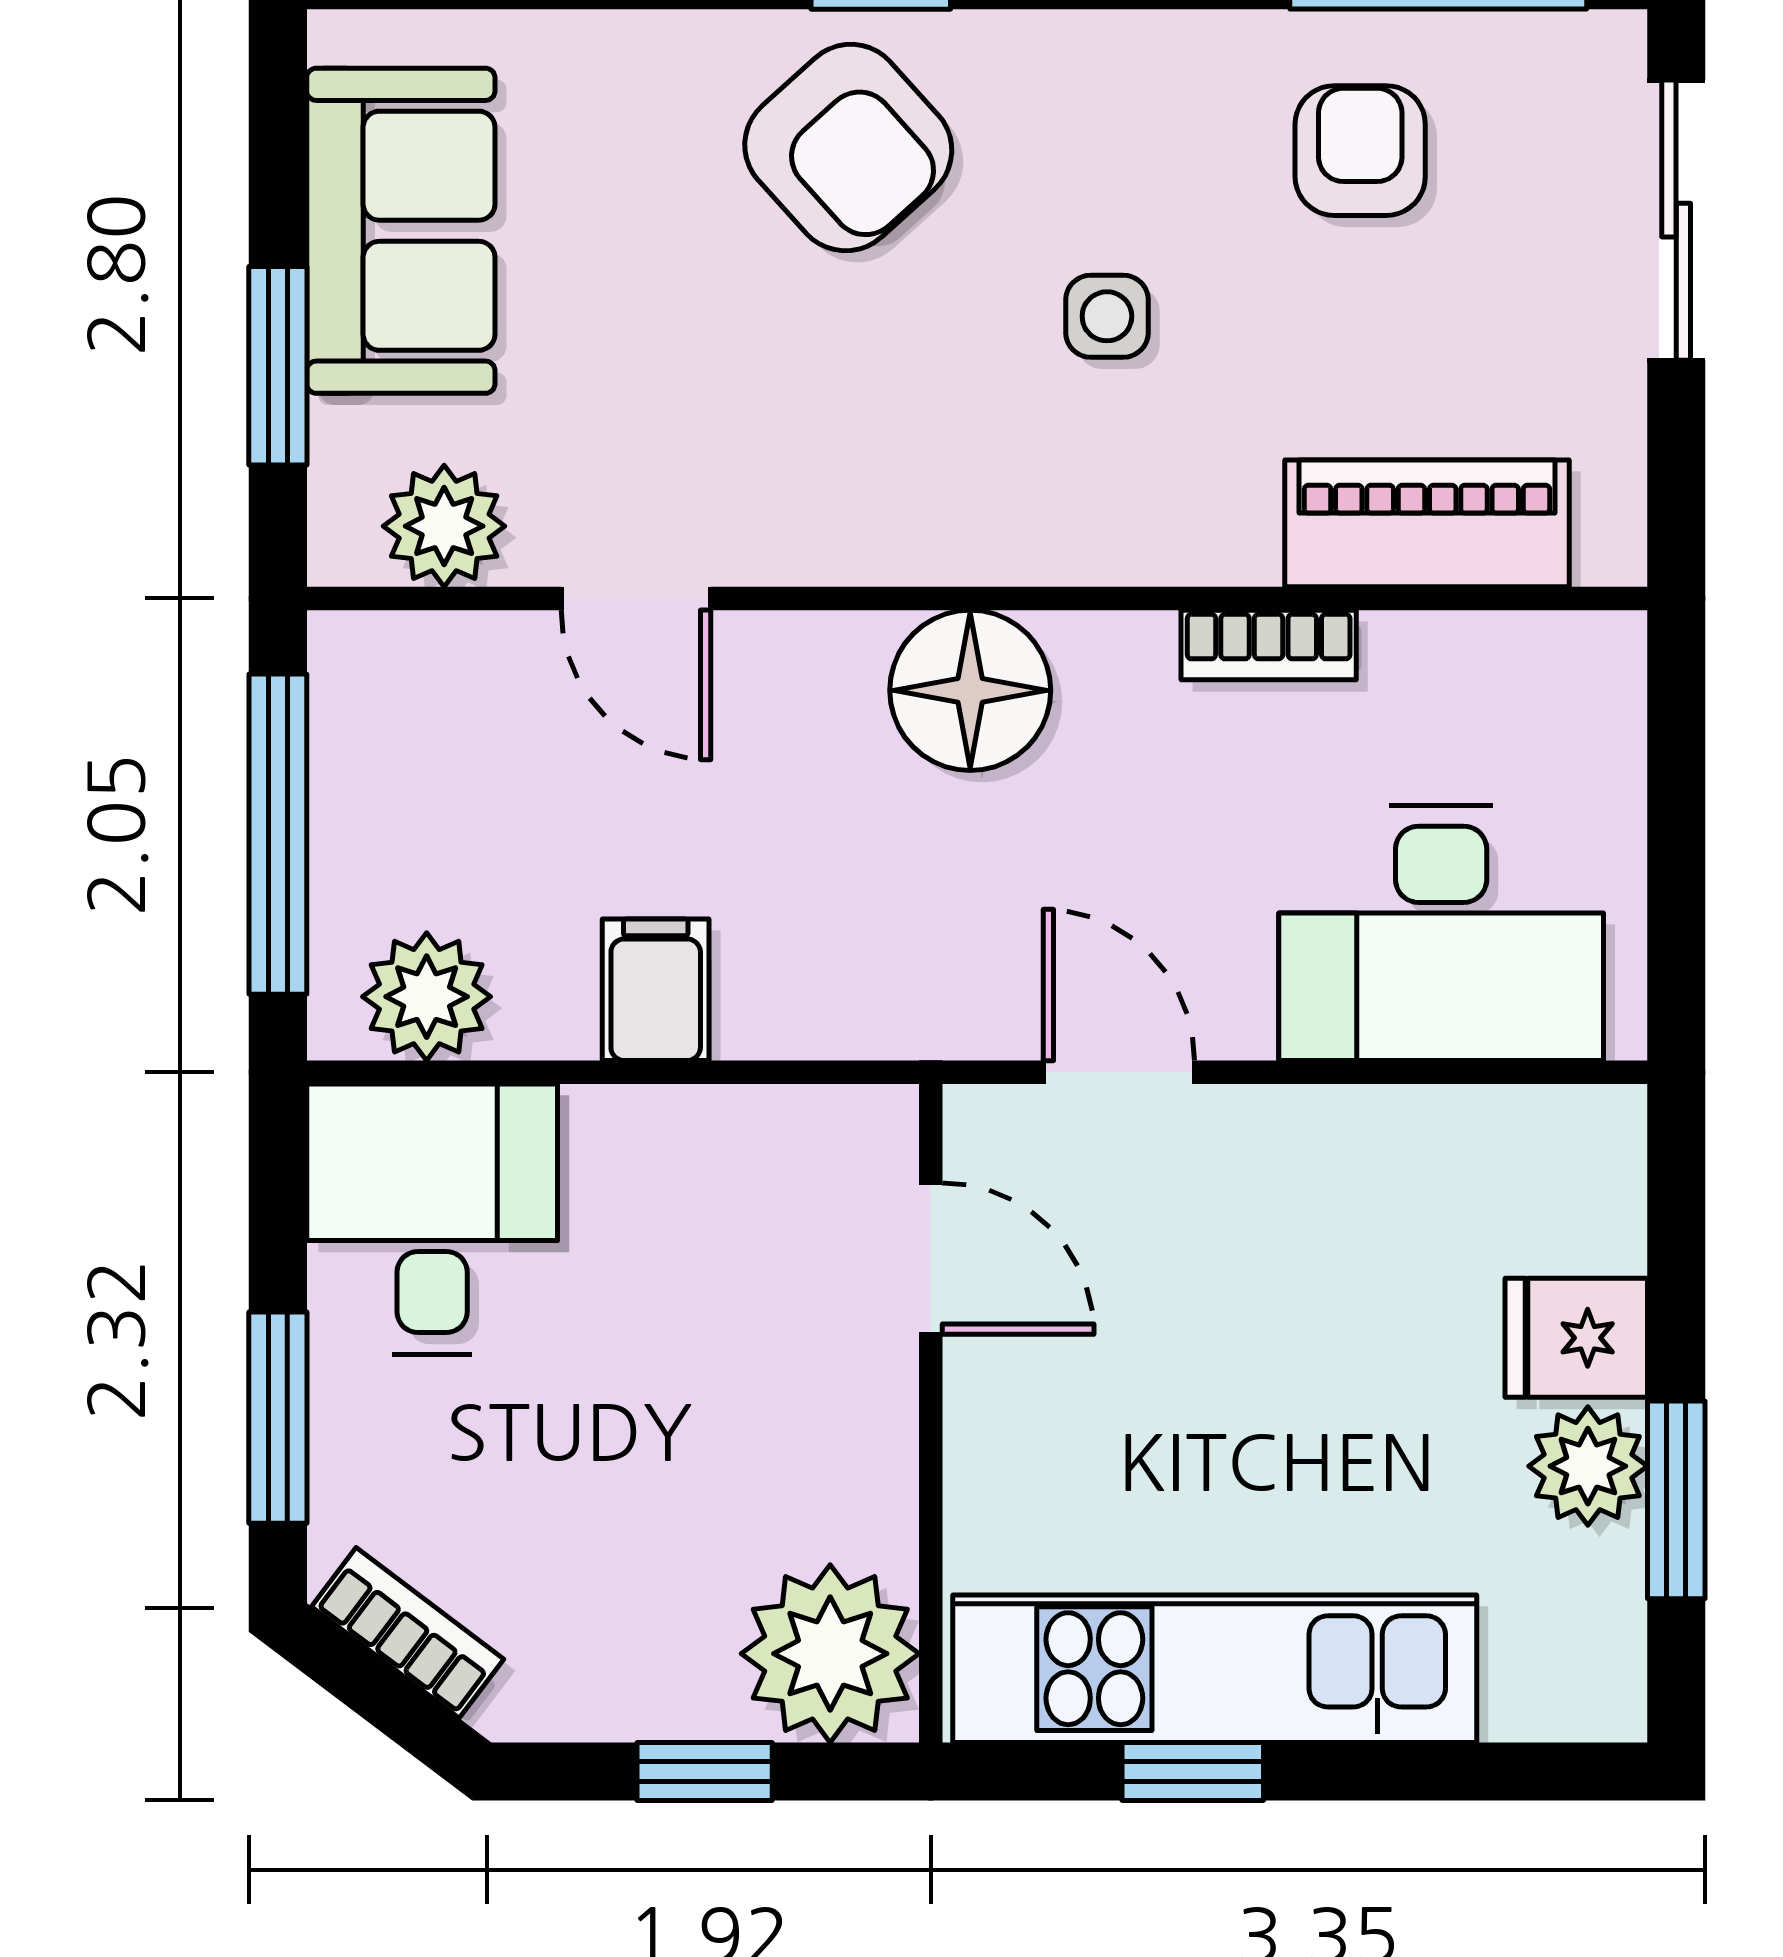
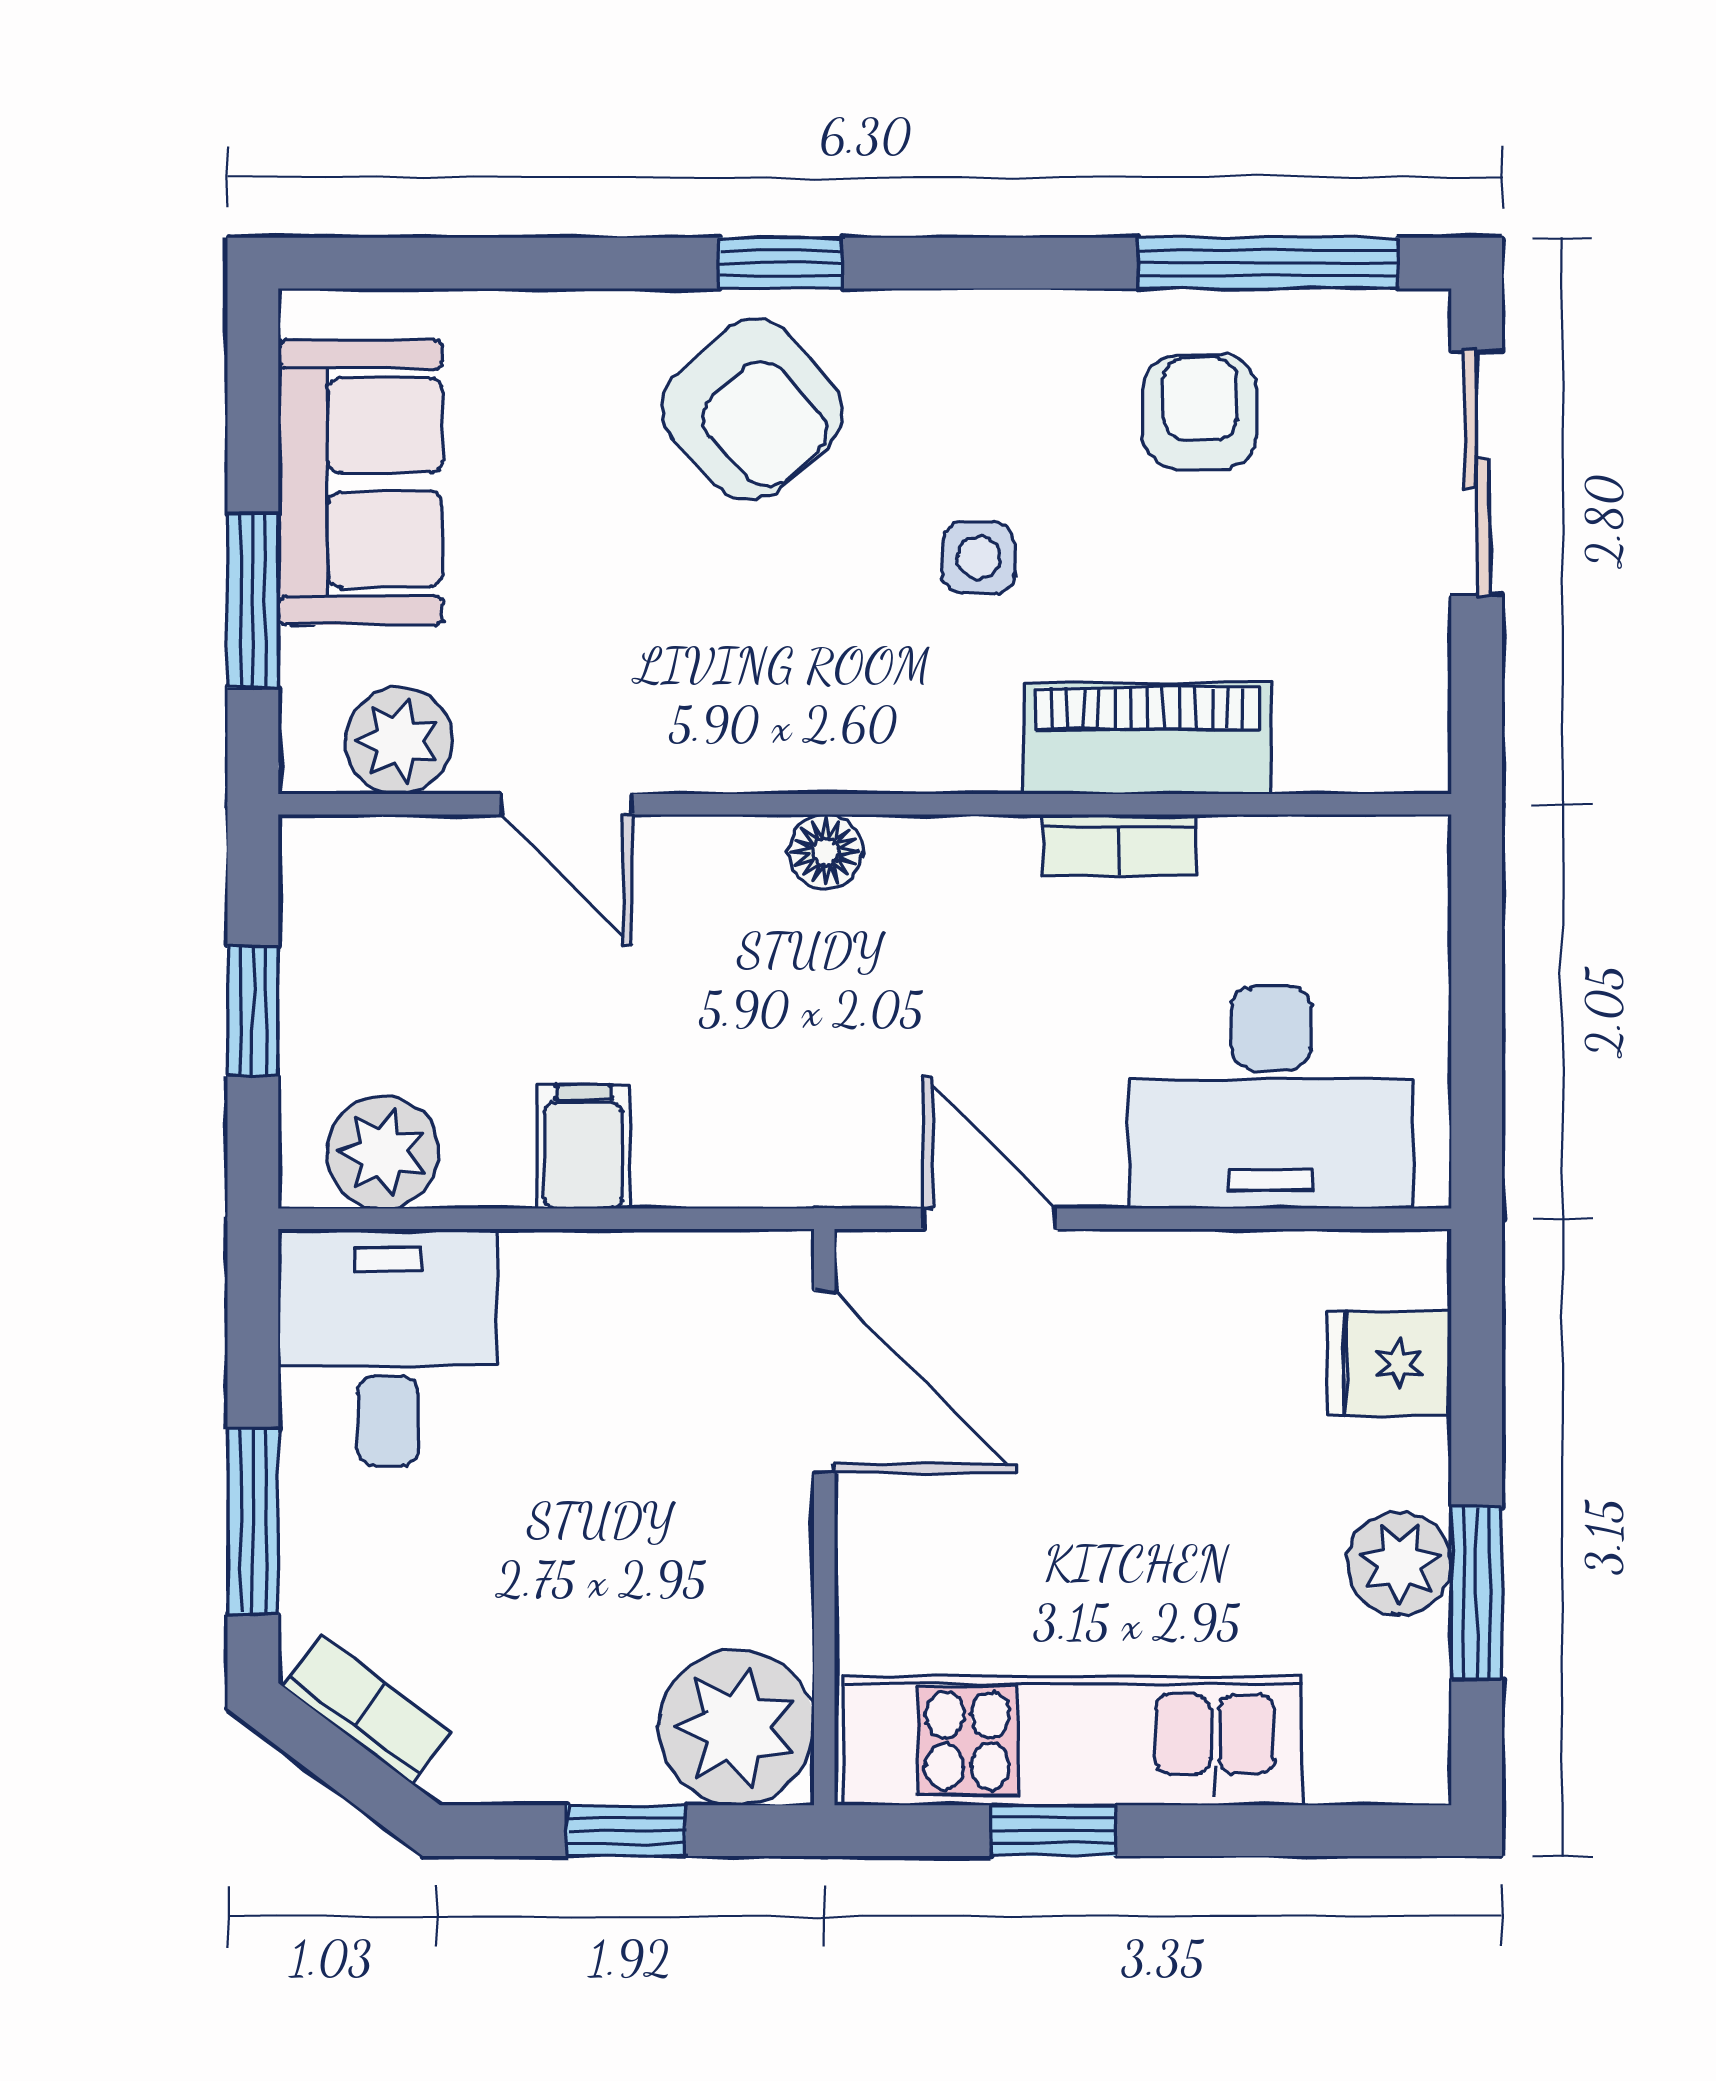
piano: (1427, 523) -> (1147, 738), moved
floor lamp: (970, 690) -> (826, 852), width x0.53, depth x0.53
window: (278, 834) -> (253, 1010), width x0.46
door: (931, 1259) -> (824, 1382), width x1.38
fridge: (1576, 1338) -> (1389, 1364), moved

